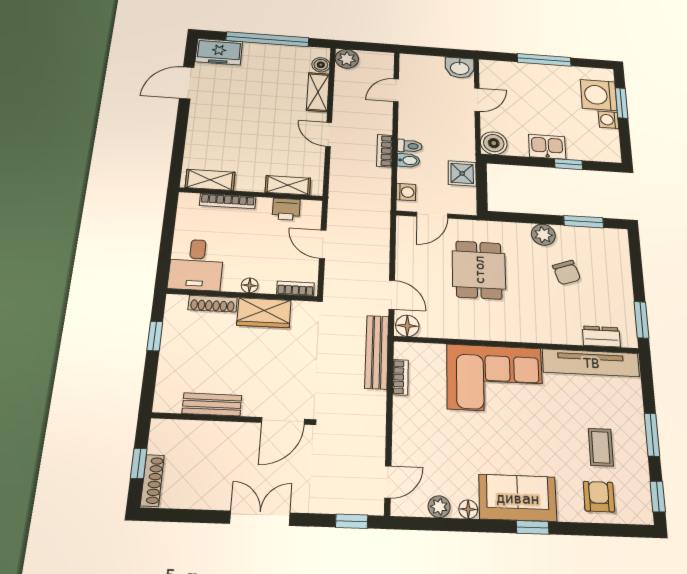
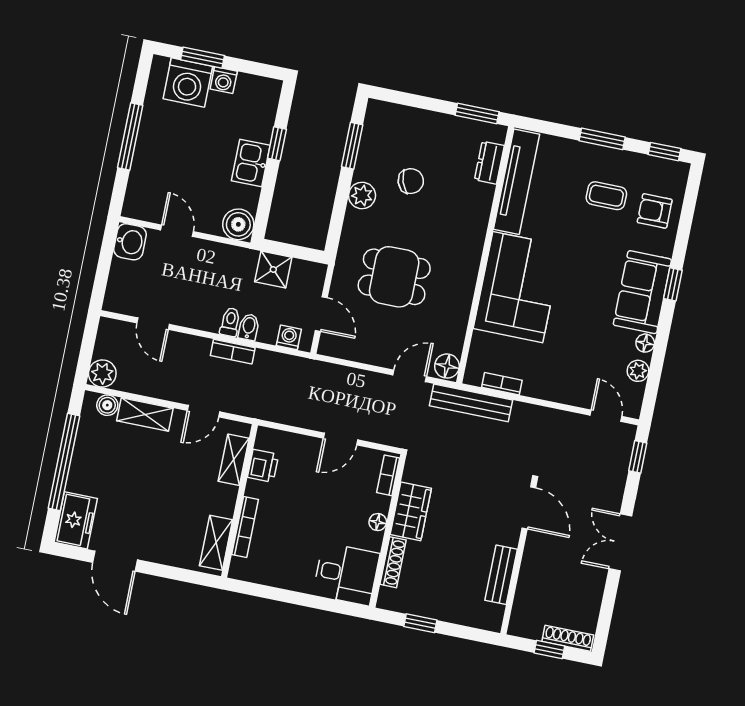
shelving: (210, 180) -> (216, 543), moved
shelving: (288, 185) -> (234, 460), moved
wall: (251, 194) -> (240, 501), moved
bookcase: (228, 201) -> (245, 527), moved
printer: (286, 209) -> (263, 466), moved

